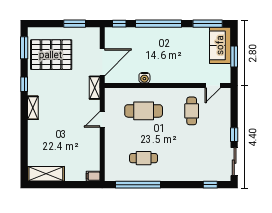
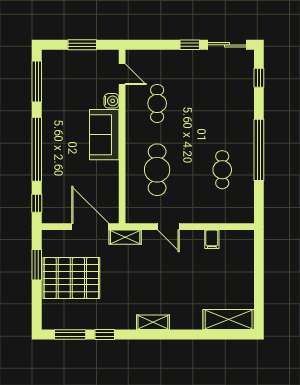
sofa: (220, 45) -> (104, 135), moved, turned 90
pallet: (51, 55) -> (71, 278), moved, turned 90
water cooler: (144, 78) -> (111, 101), moved
window: (24, 84) -> (105, 335), moved
cafe table: (192, 111) -> (157, 103), turned 90
shelving: (46, 174) -> (229, 320), moved, turned 90
filing cabinet: (93, 176) -> (212, 239), moved
window: (138, 185) -> (259, 150), moved

